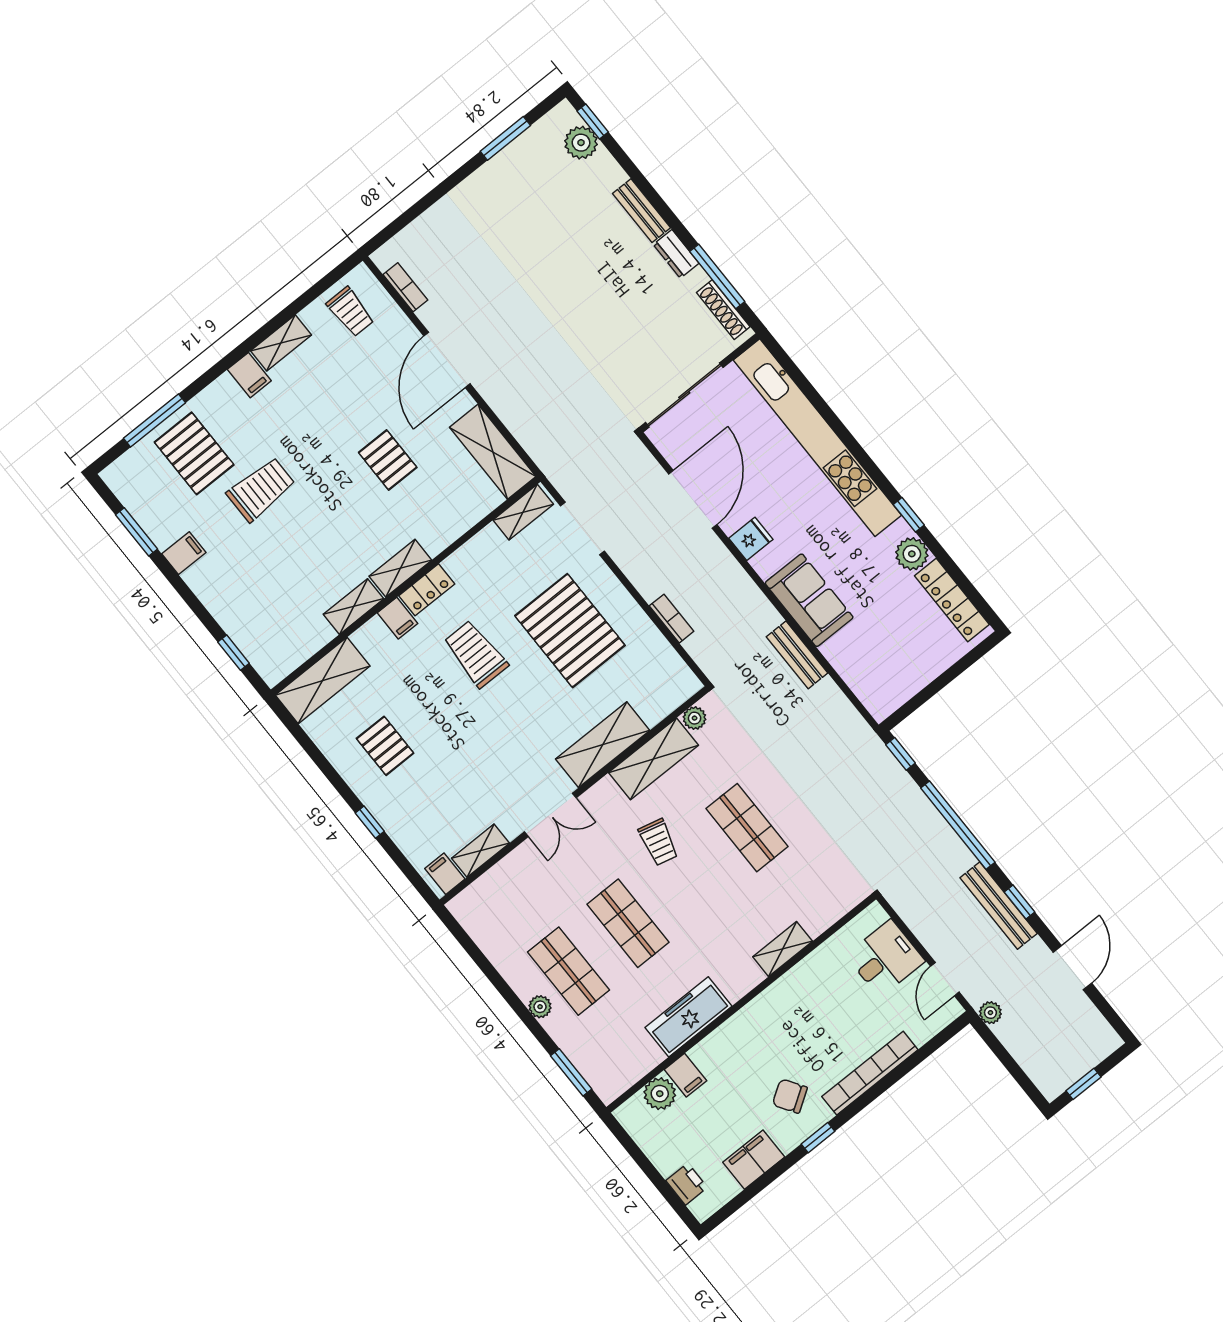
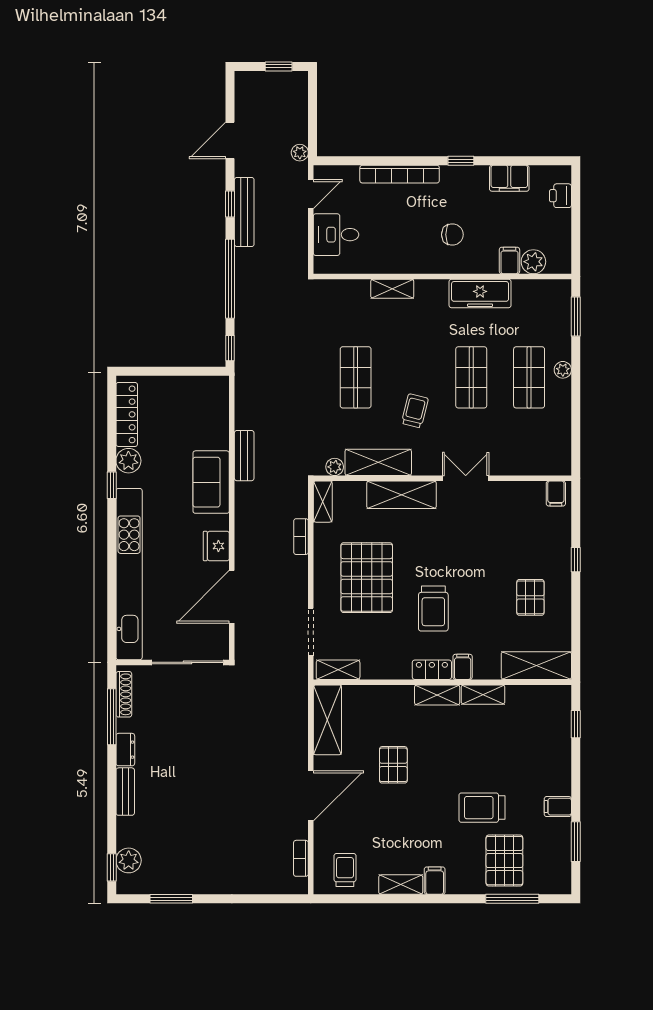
fridge: (751, 539) -> (216, 546), width x1.38
shelving: (480, 851) -> (323, 502), moved, turned 90
chair: (790, 1096) -> (452, 235), moved, turned -57

